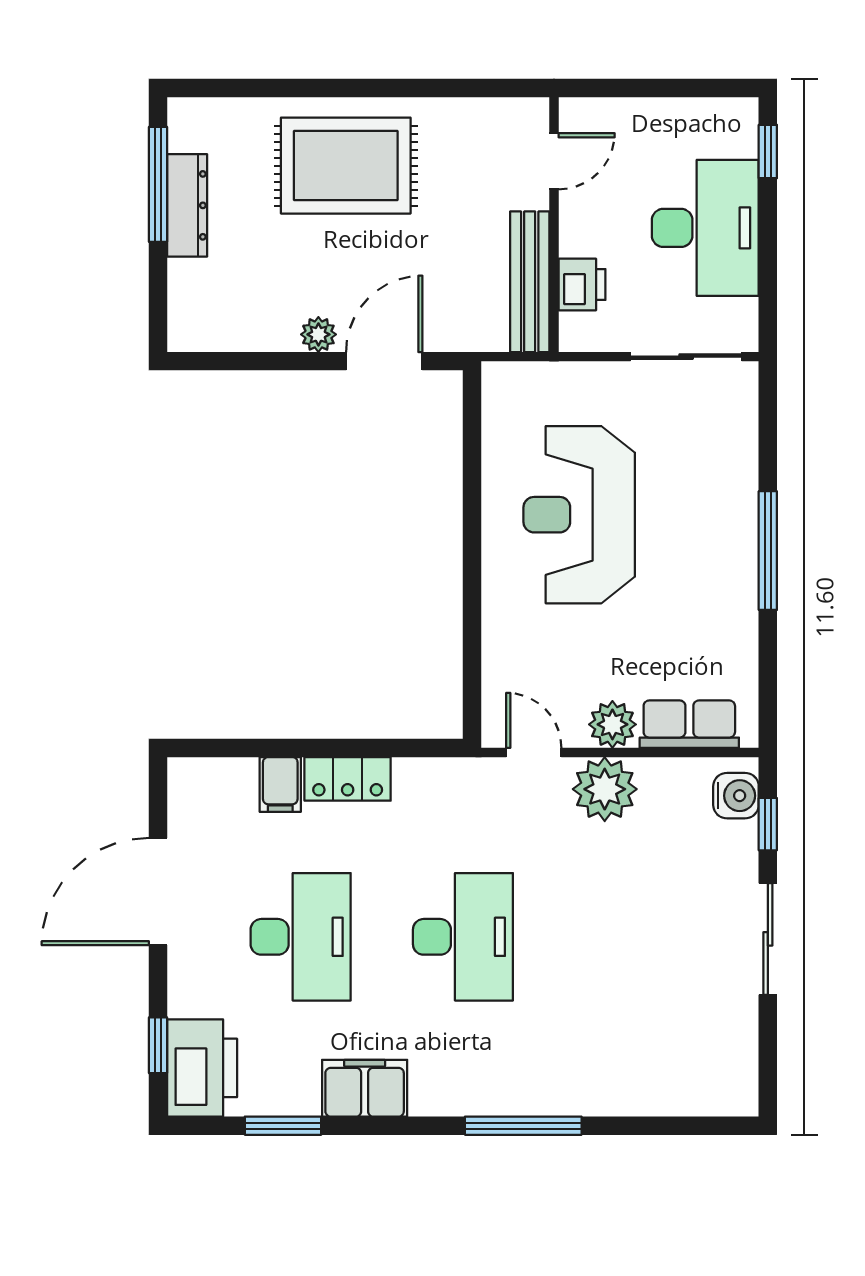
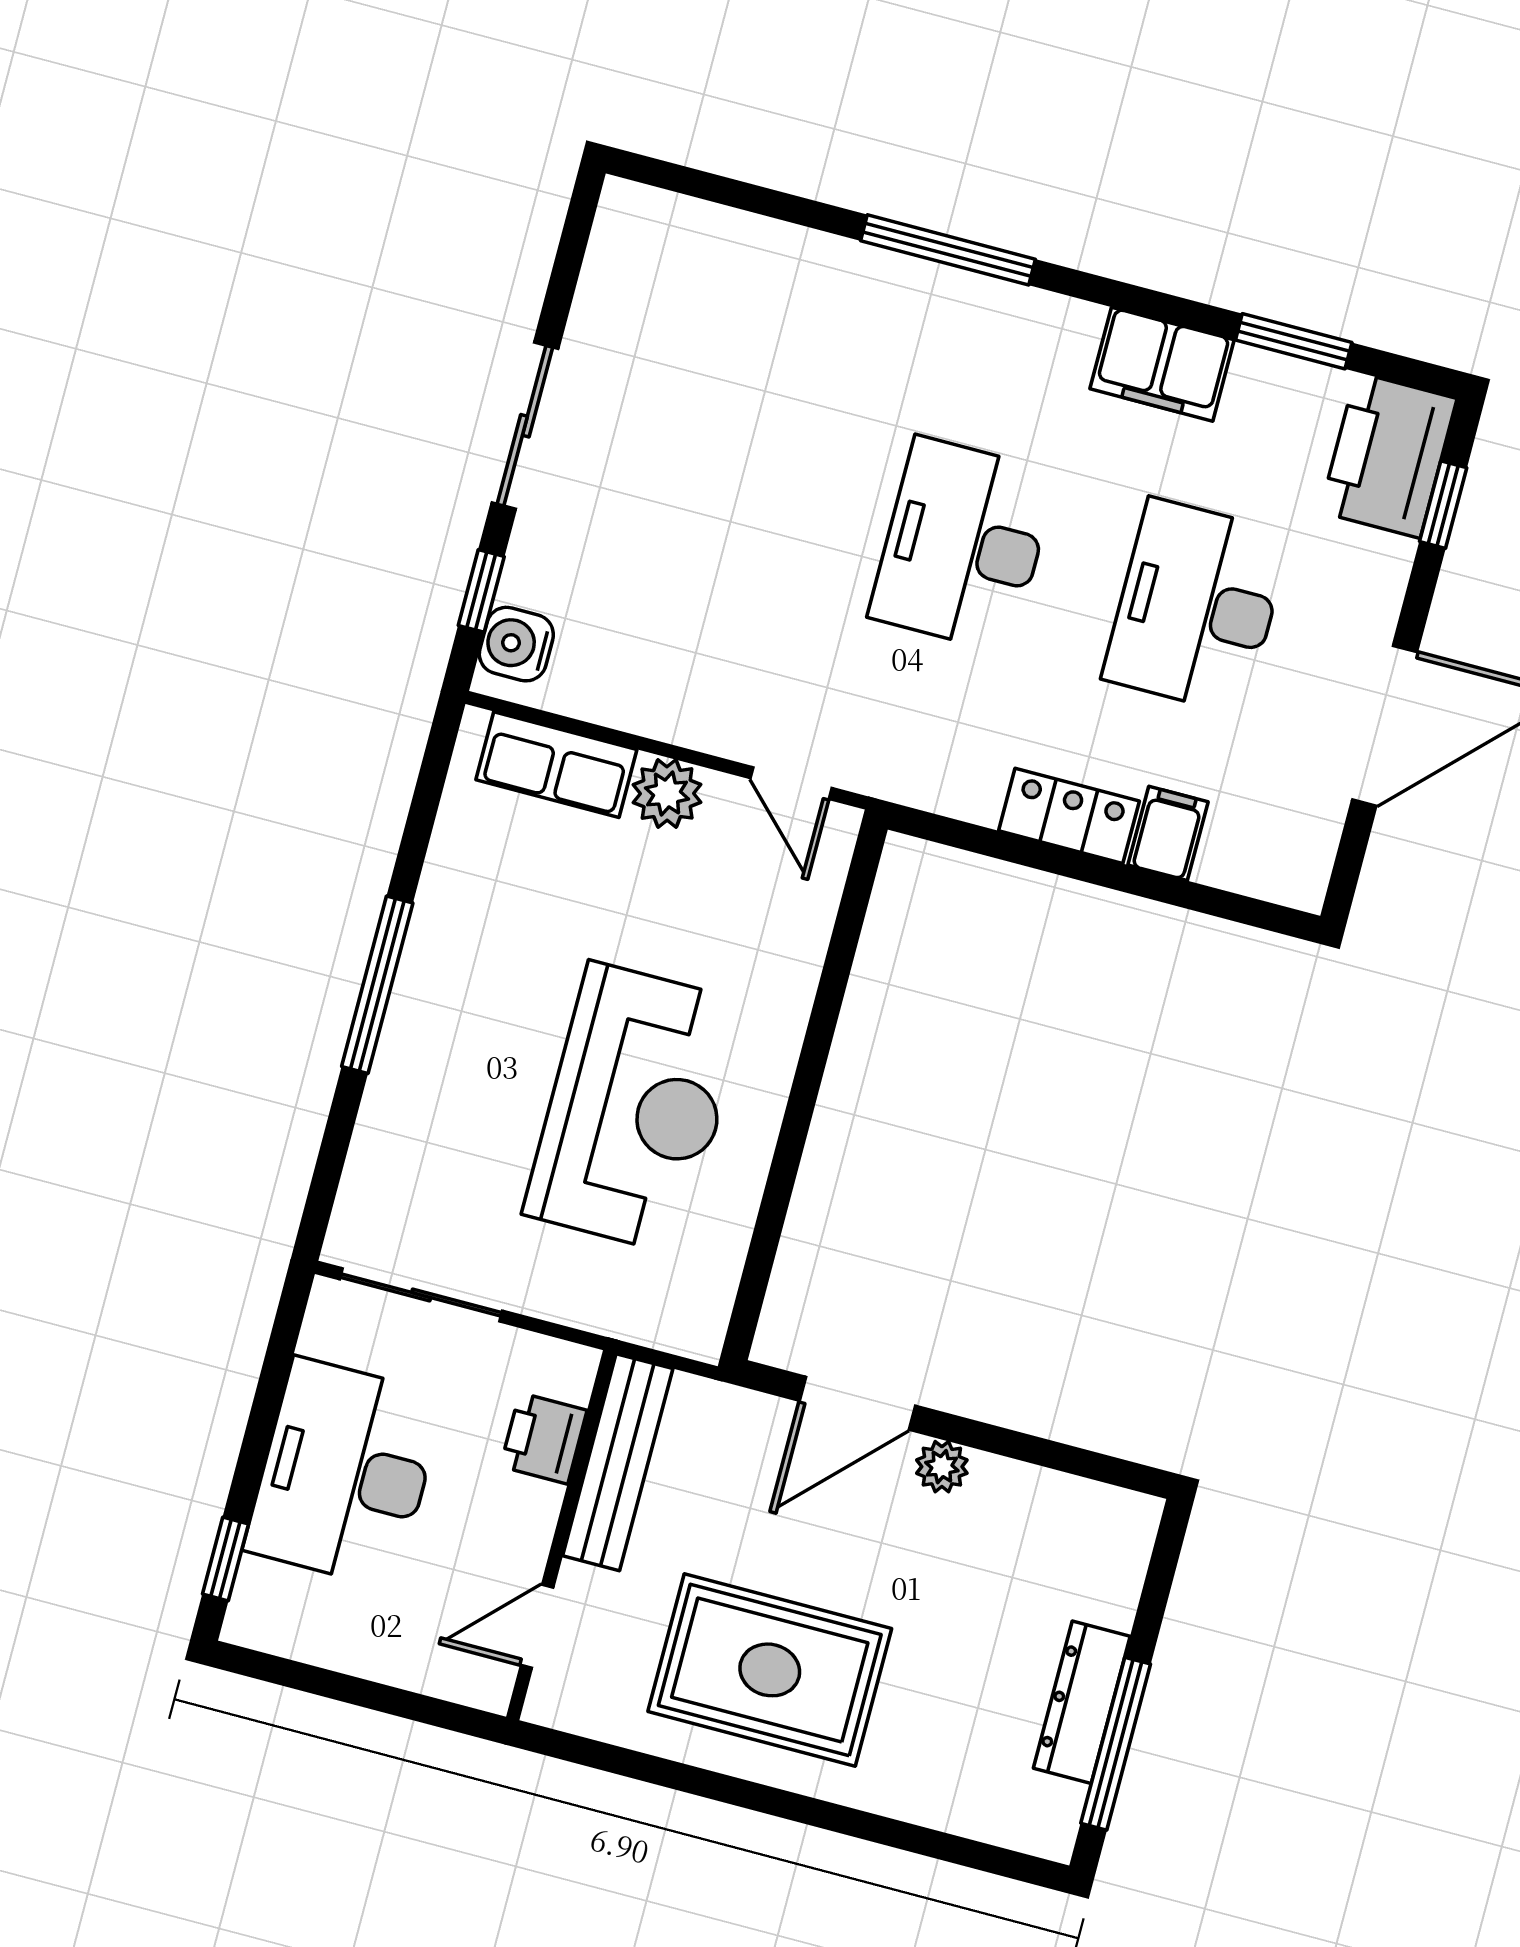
rug: (346, 166) -> (770, 1670), moved
plant: (605, 789) -> (703, 703), removed

